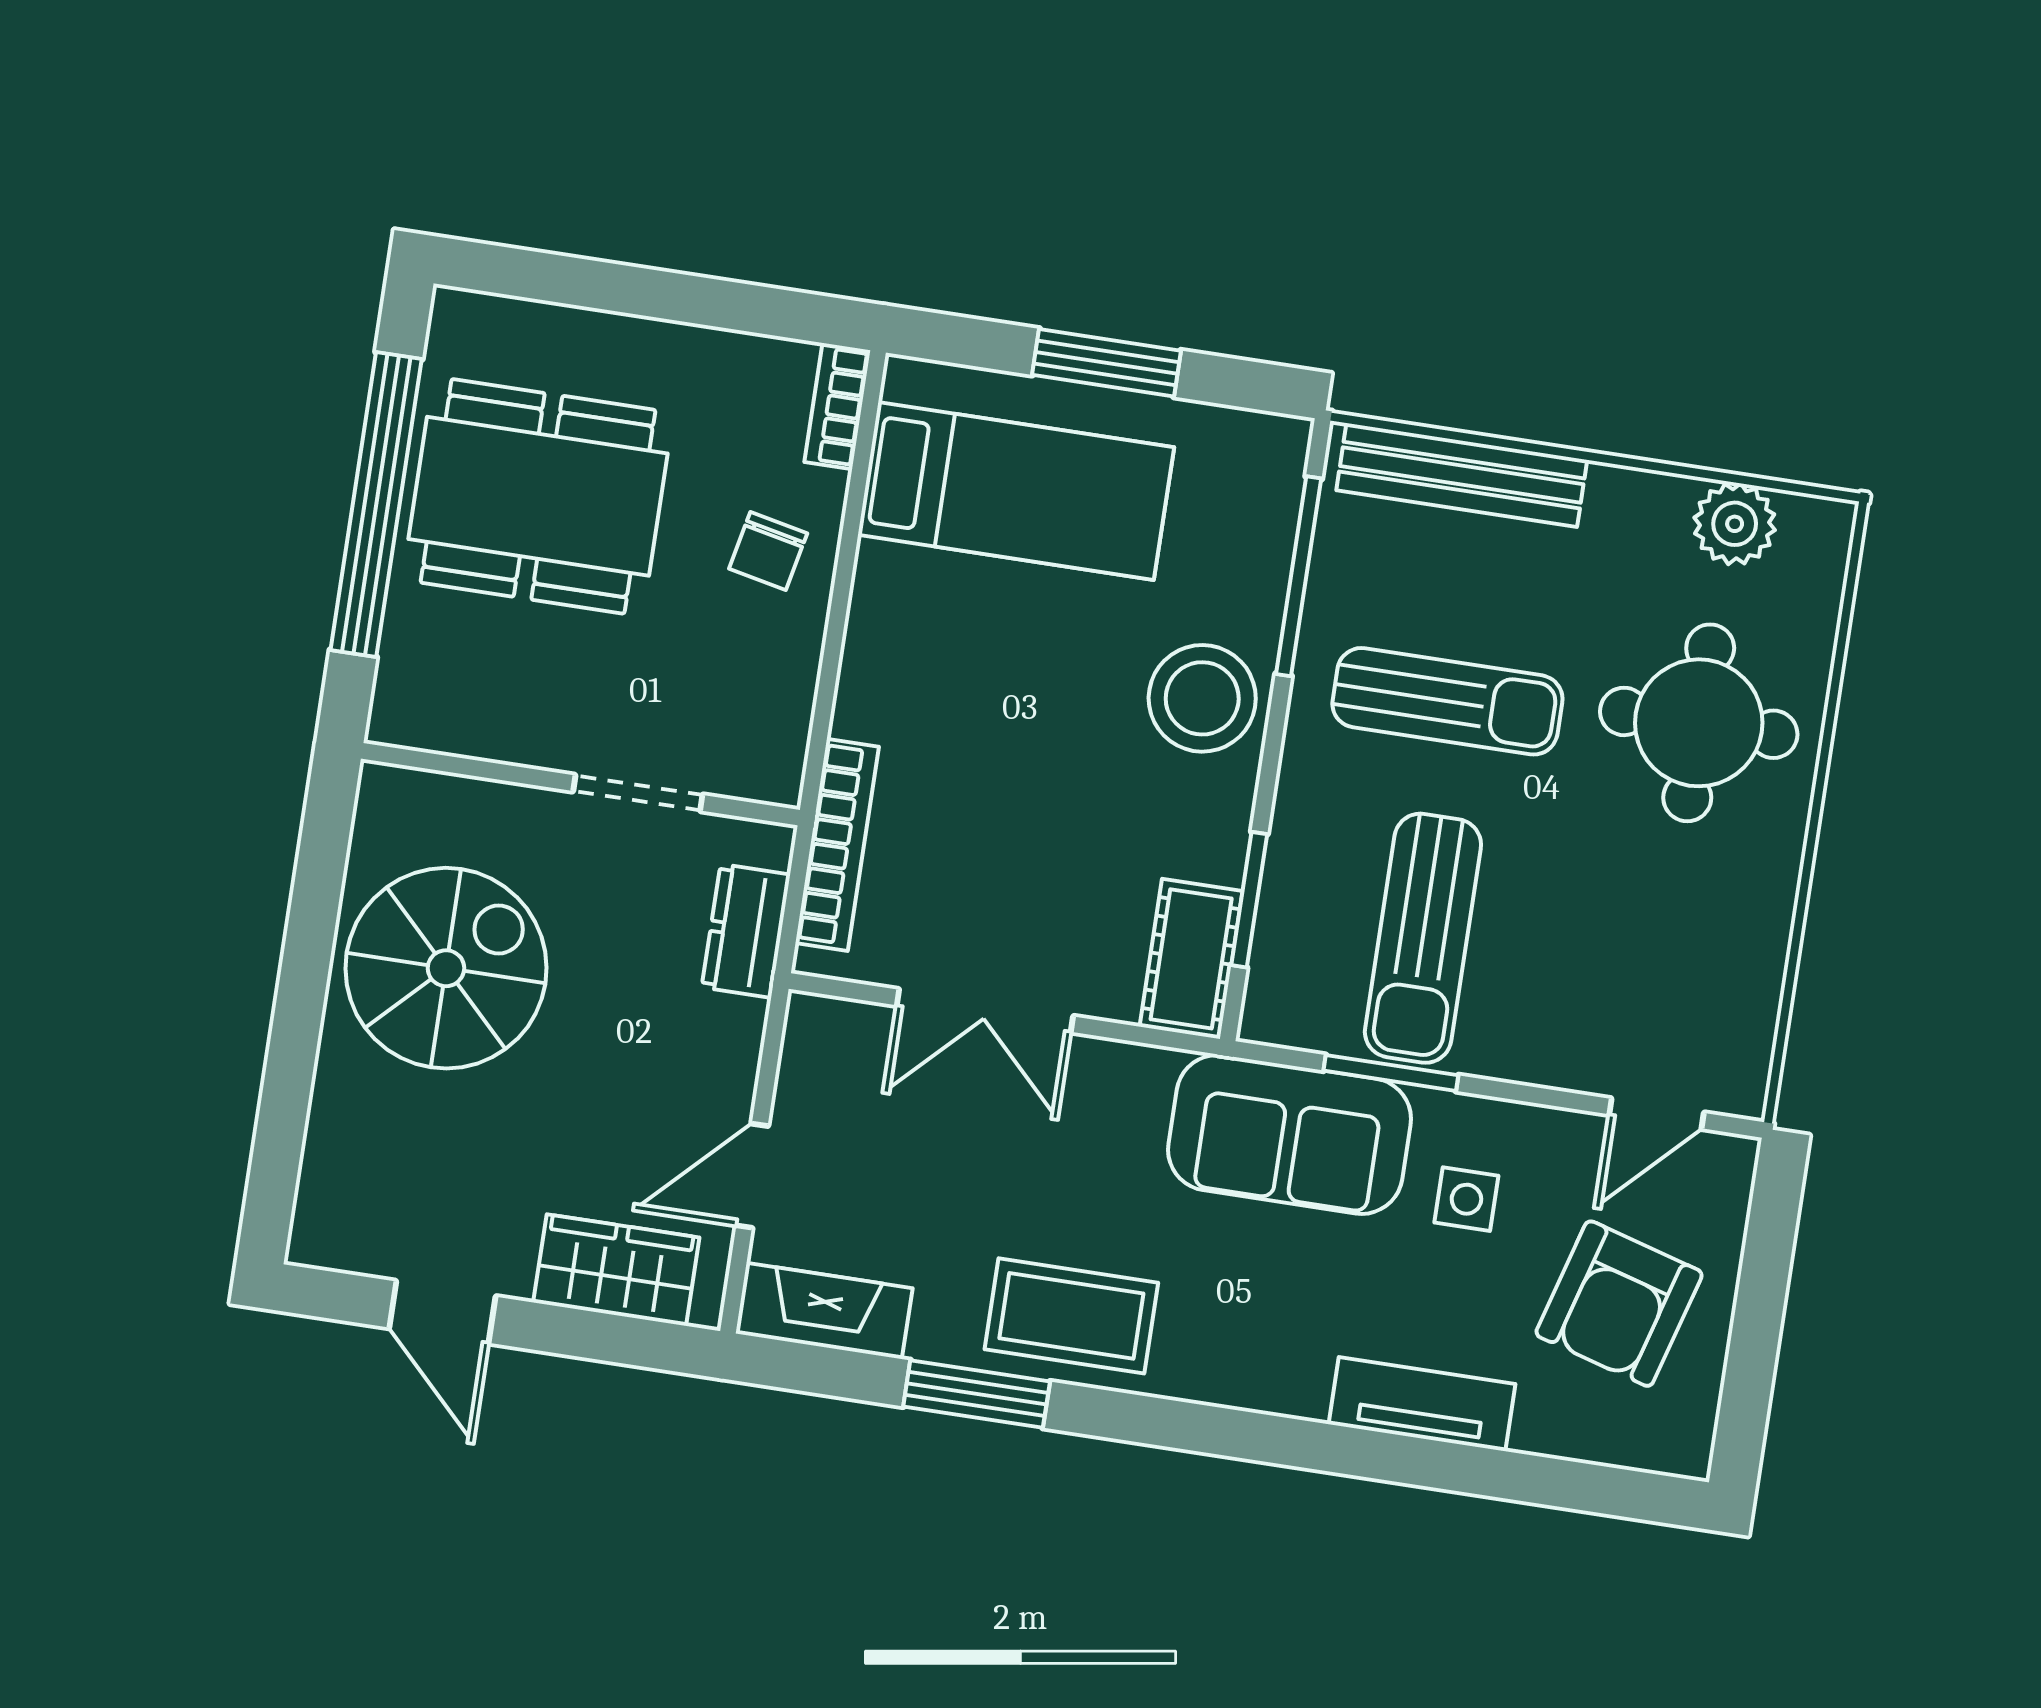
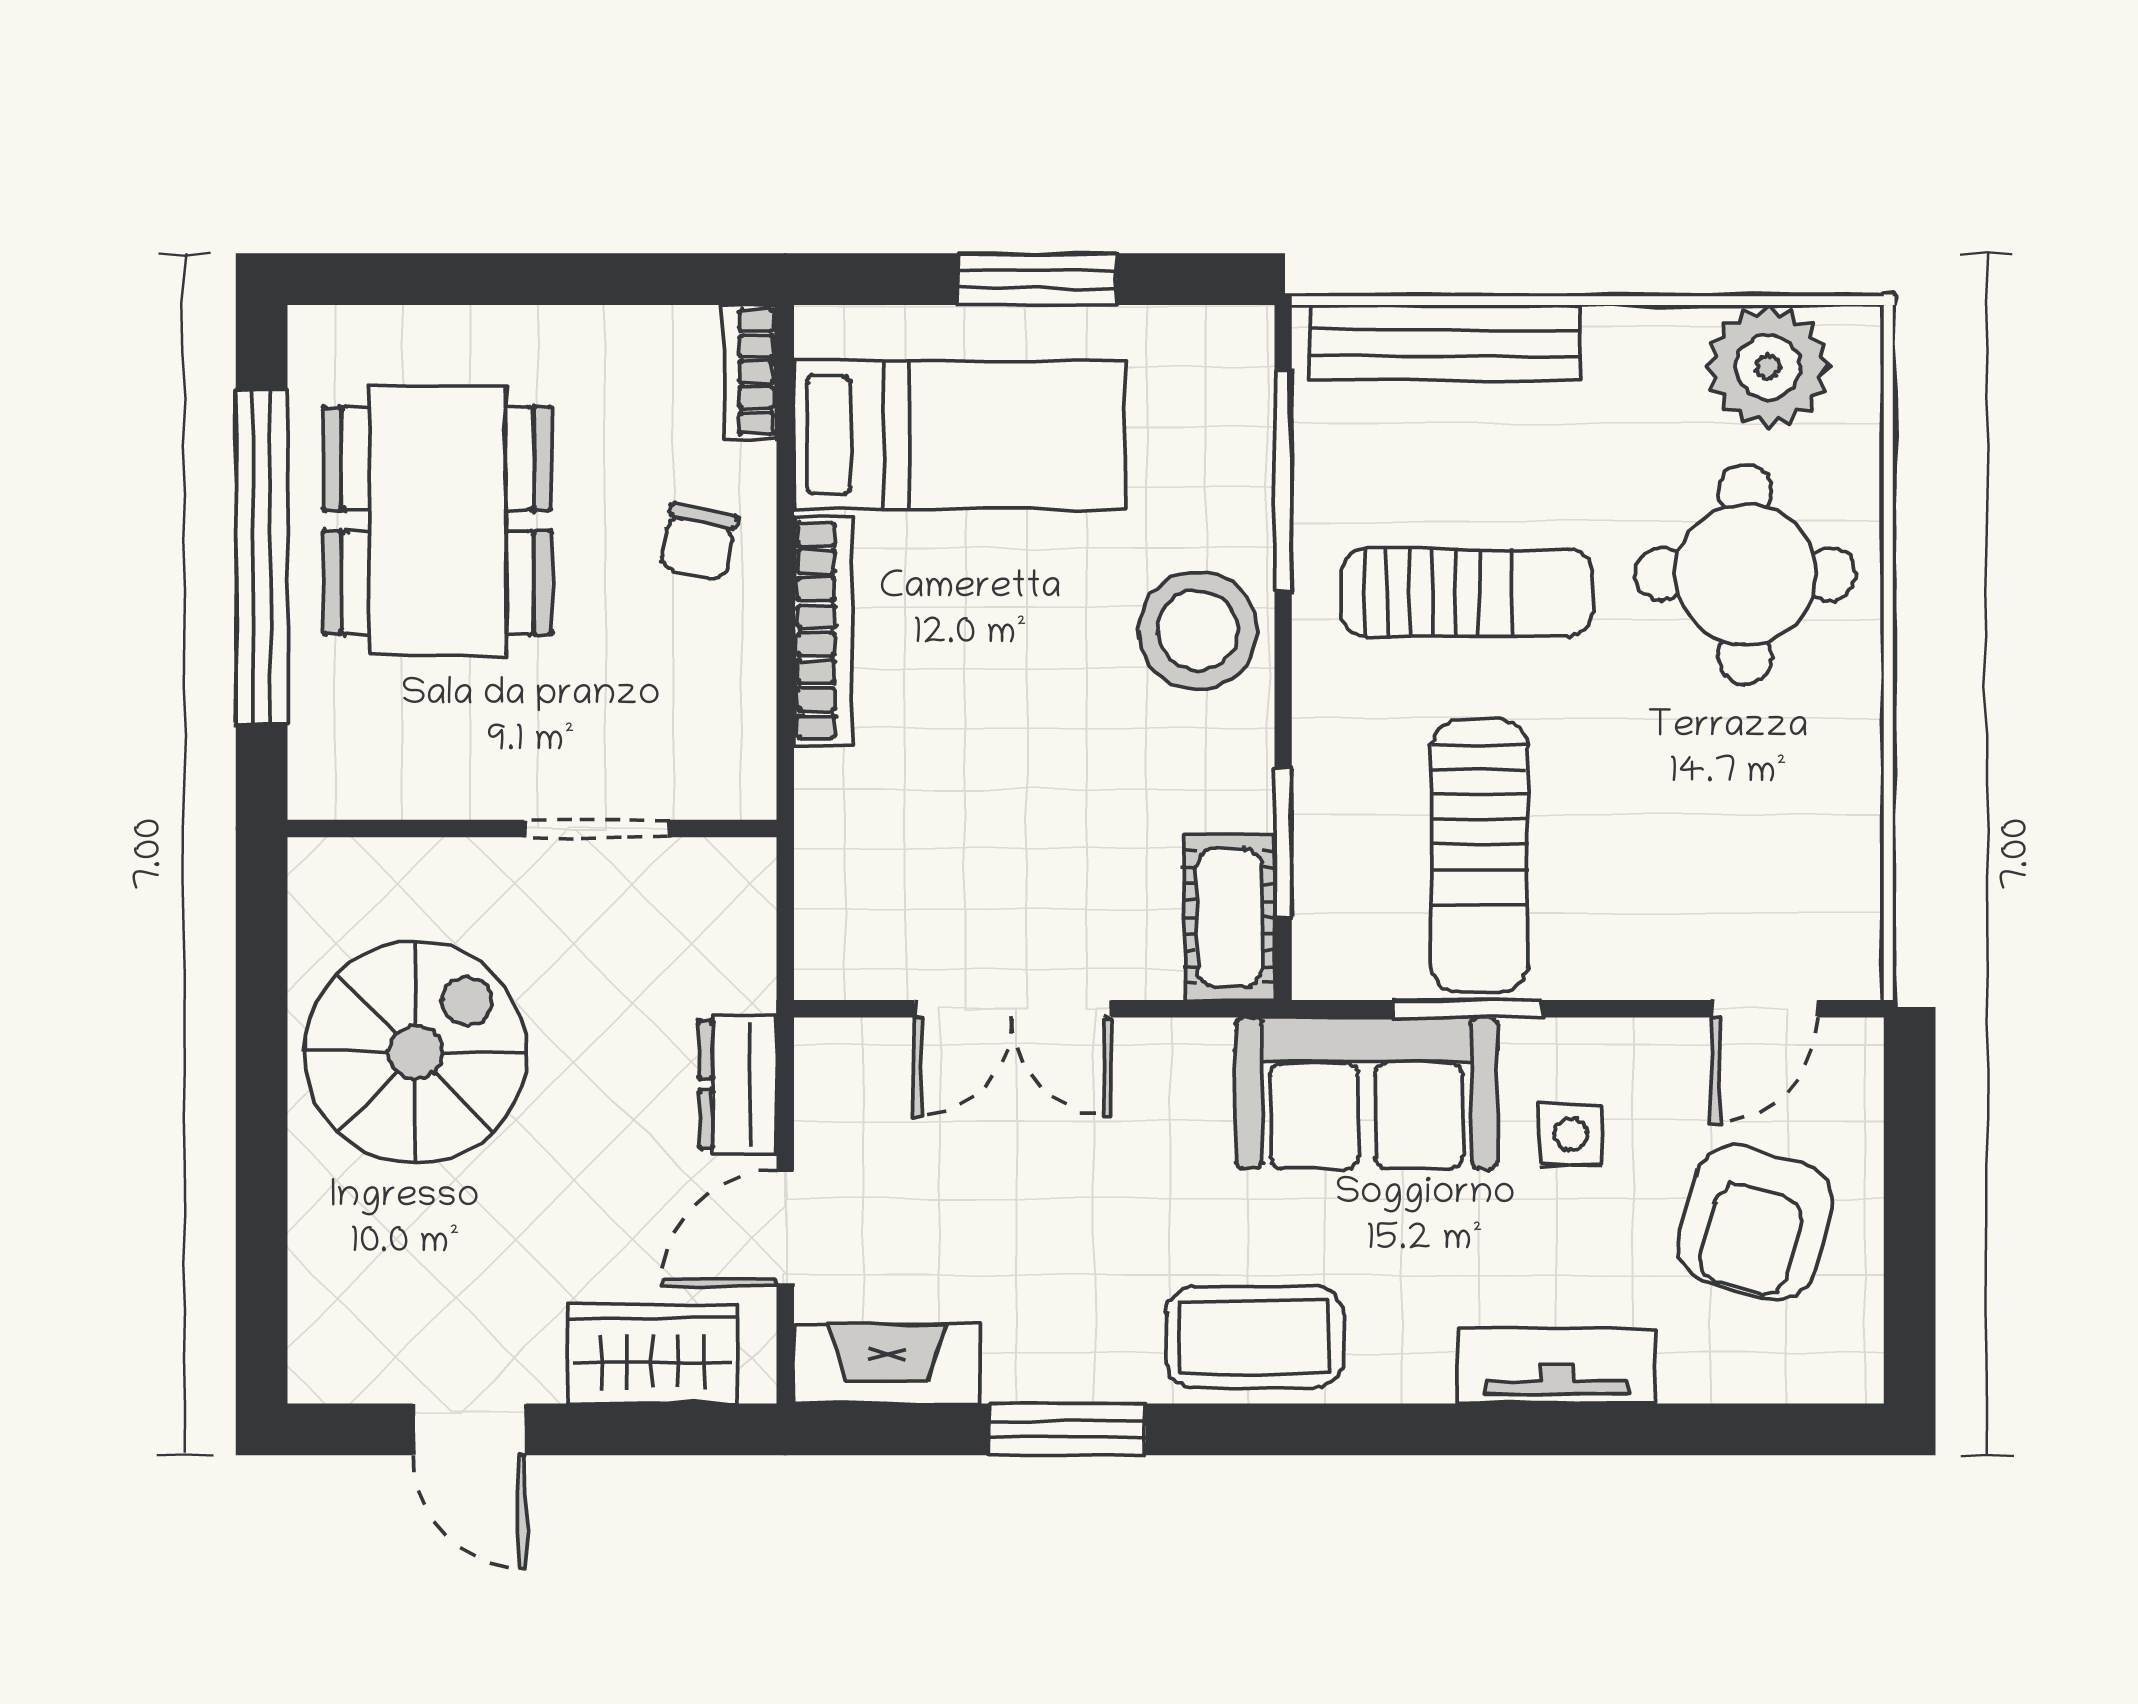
dining table: (538, 496) -> (437, 521), turned 90
plant: (1735, 524) -> (1768, 367), width x1.36, depth x1.36
bookcase: (837, 845) -> (823, 631), moved
dresser: (746, 931) -> (738, 1084), moved
coffee table: (1071, 1316) -> (1254, 1337), moved

